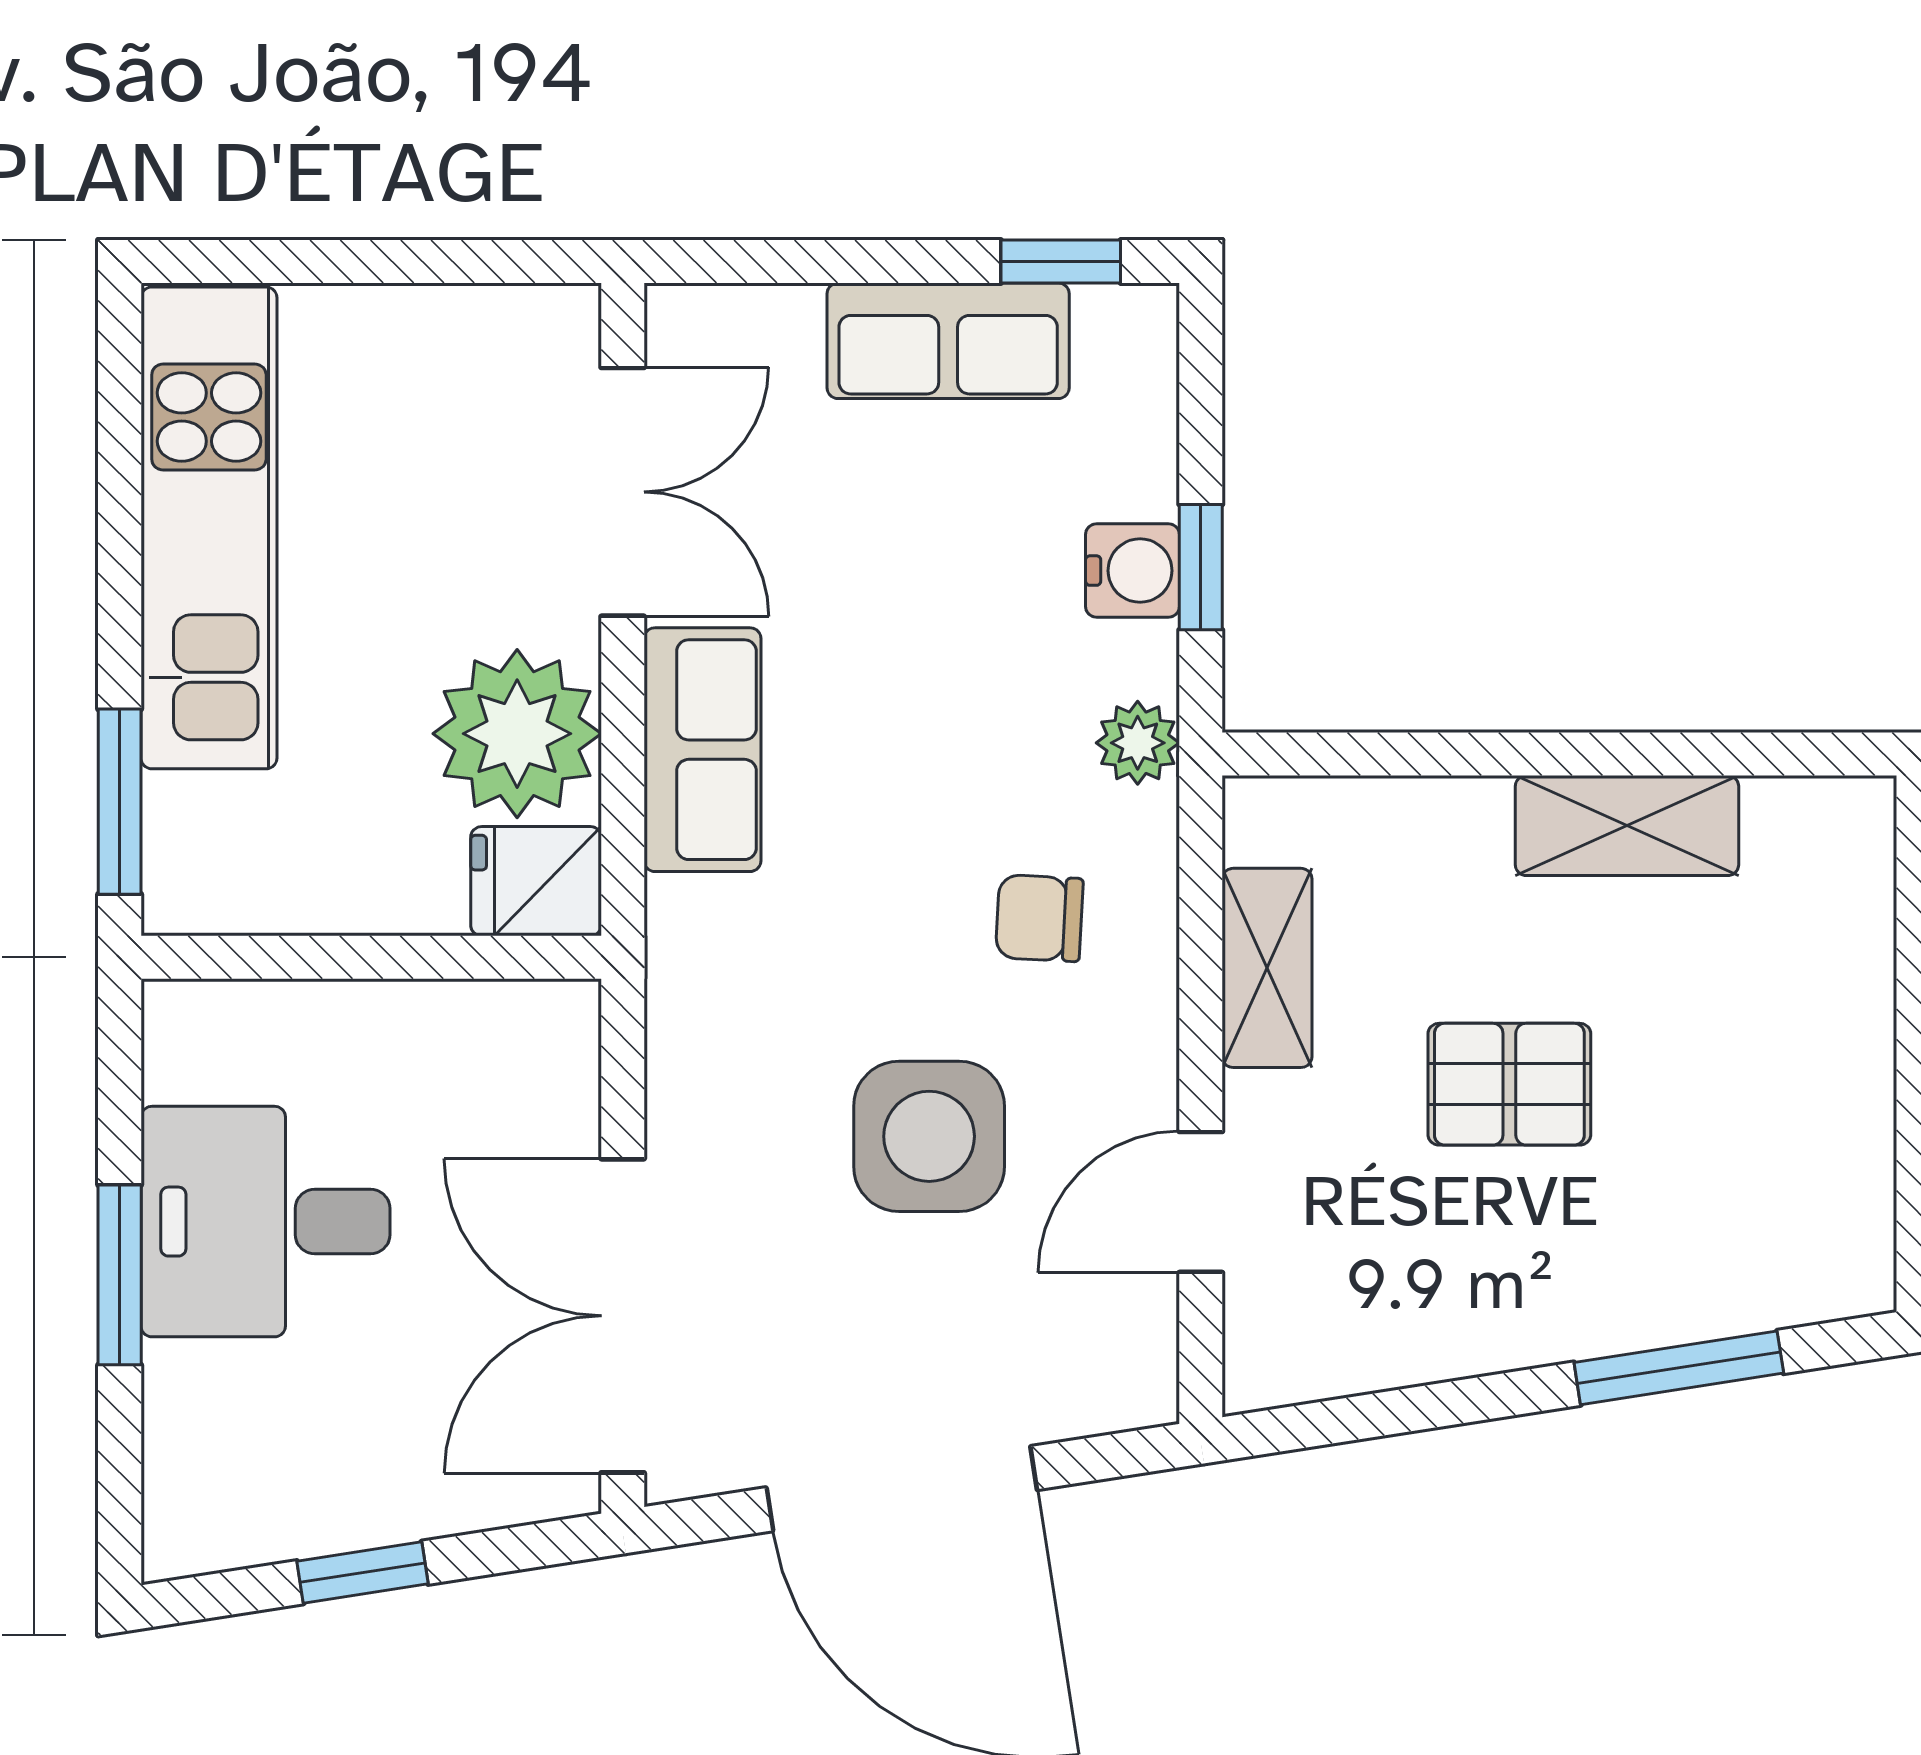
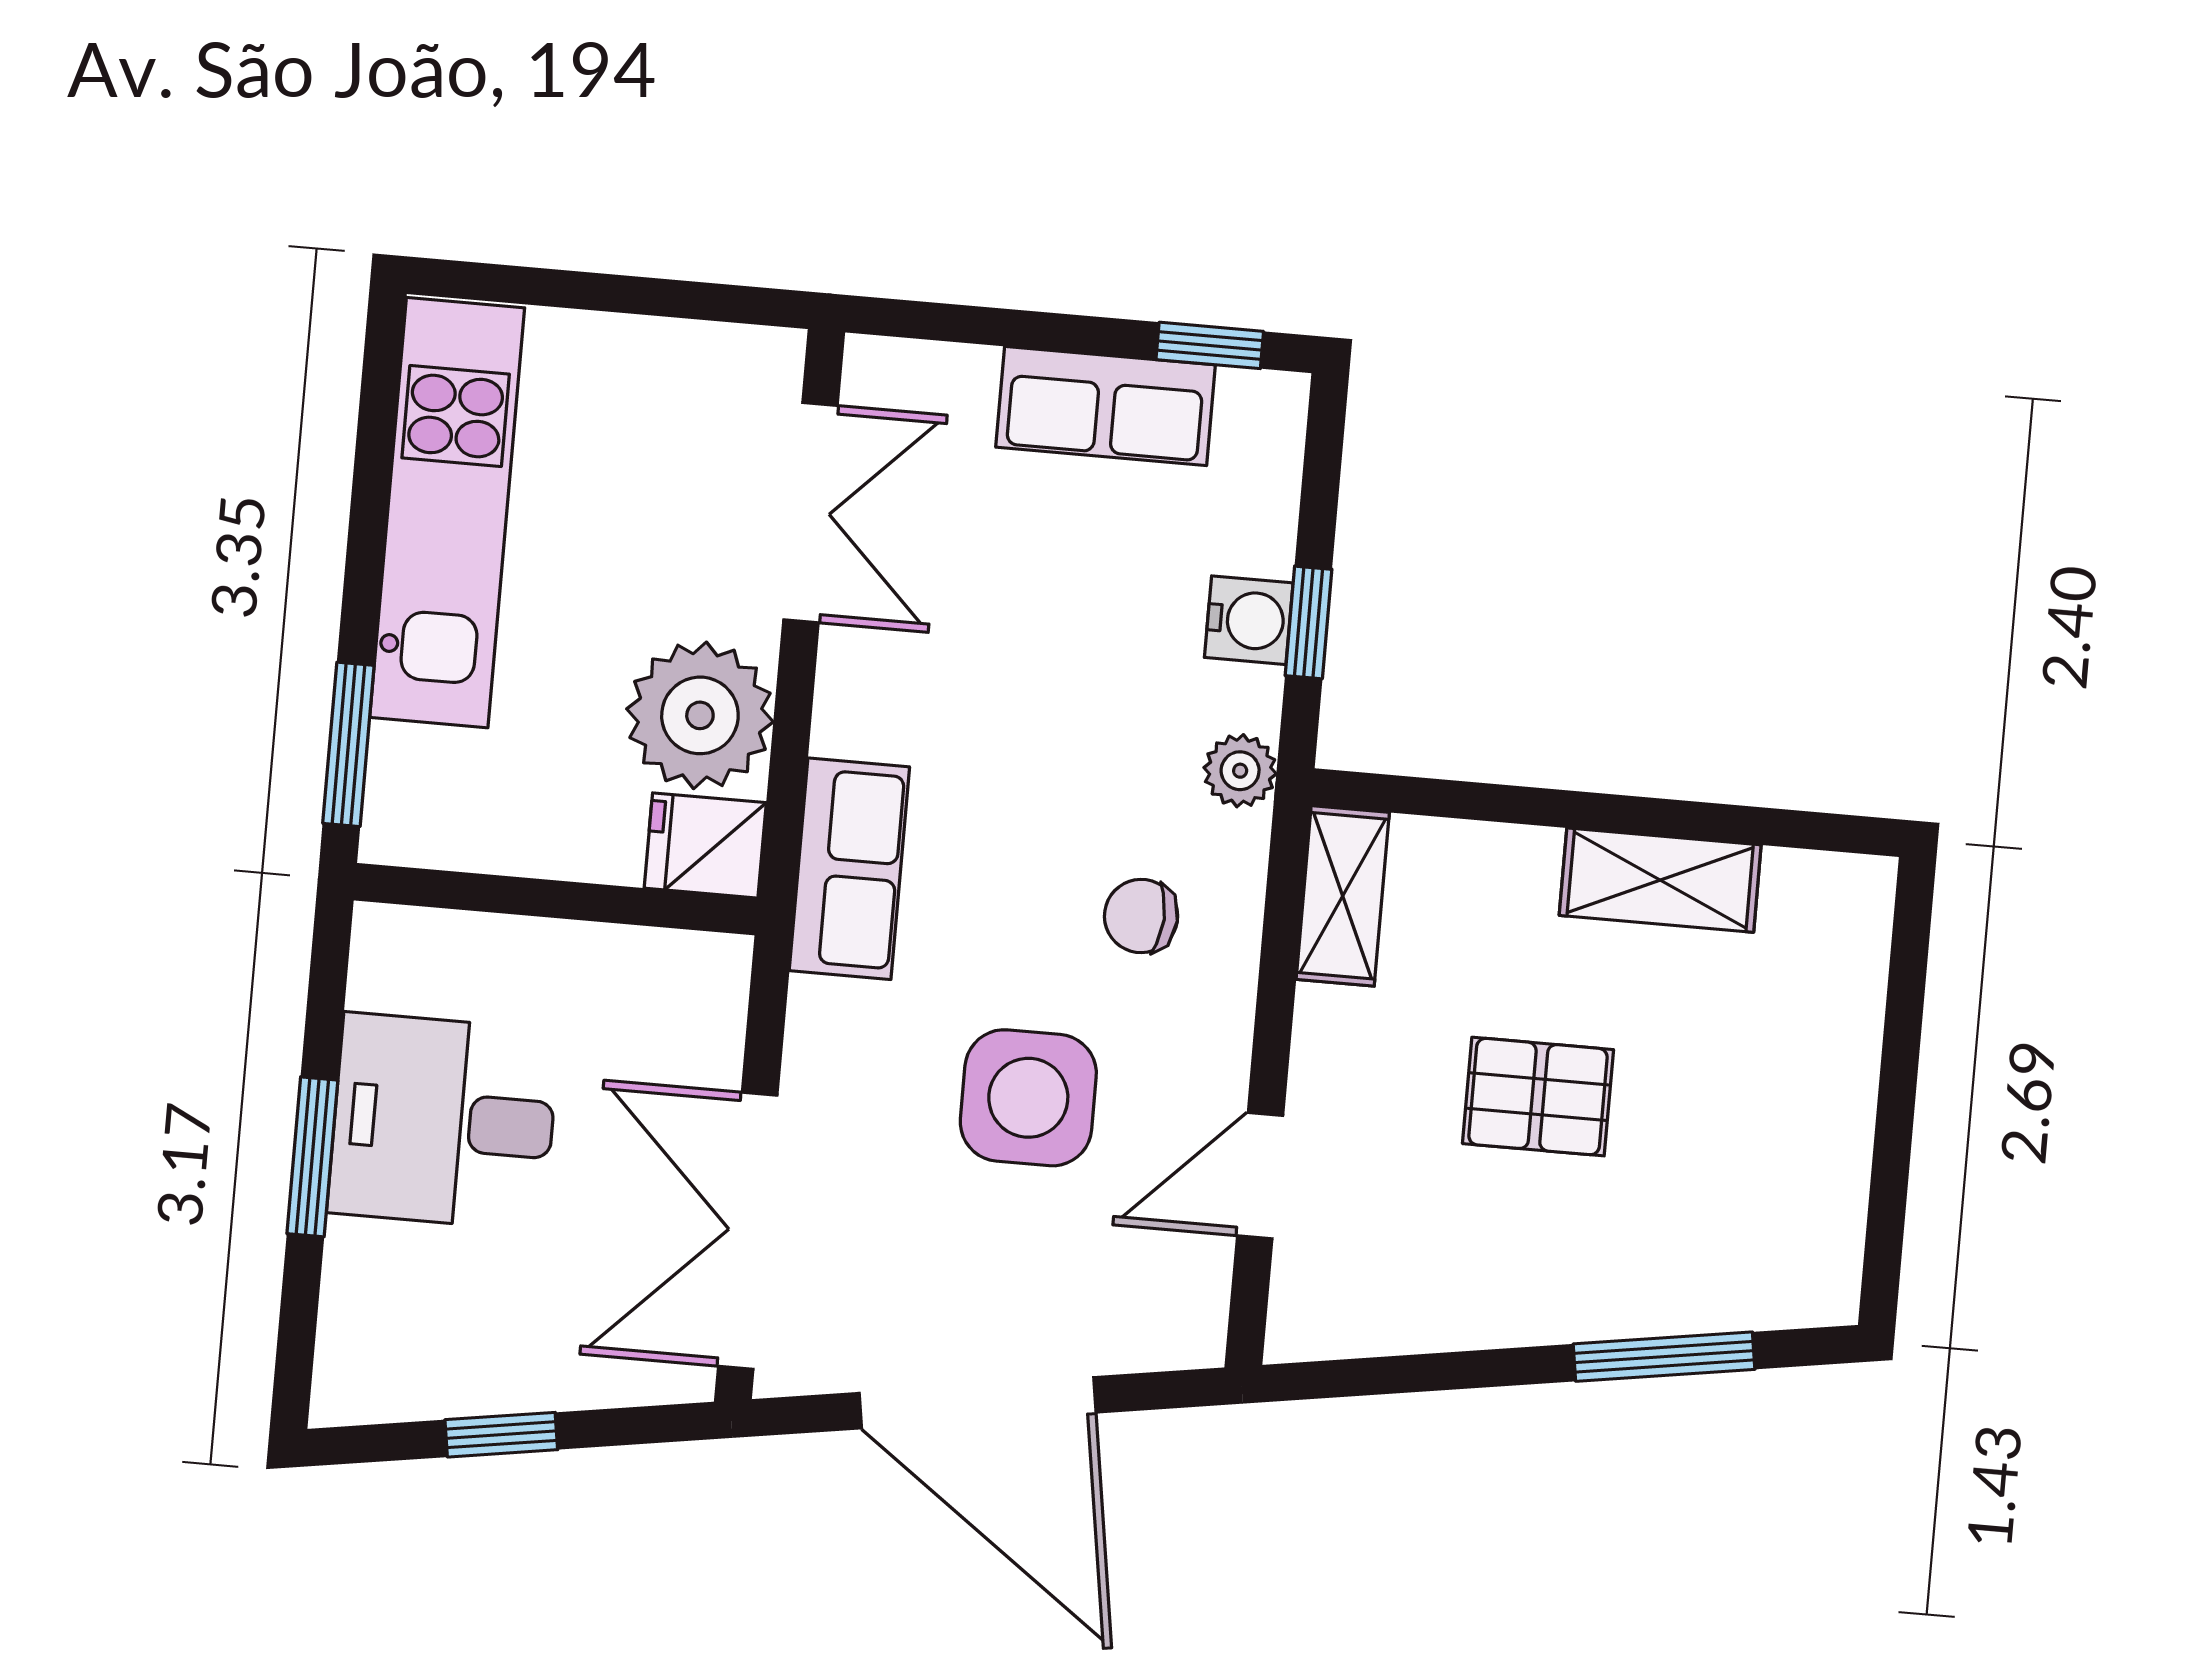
row of seats: (702, 750) -> (849, 869), moved
shelving: (1267, 968) -> (1343, 896), moved

